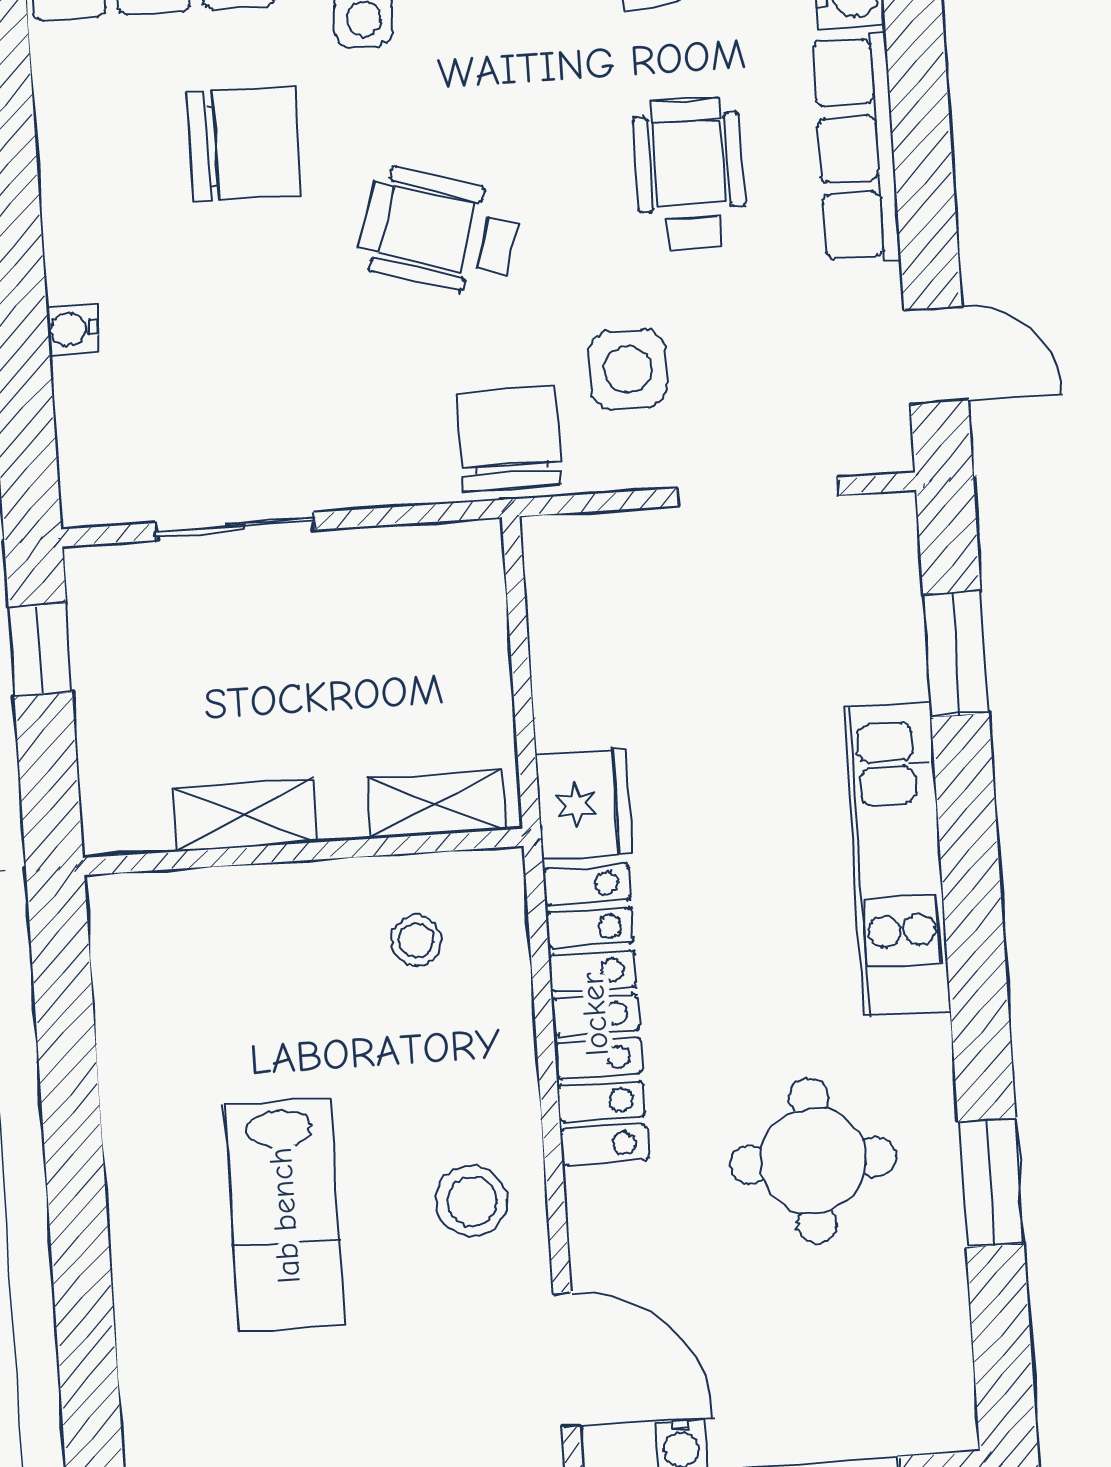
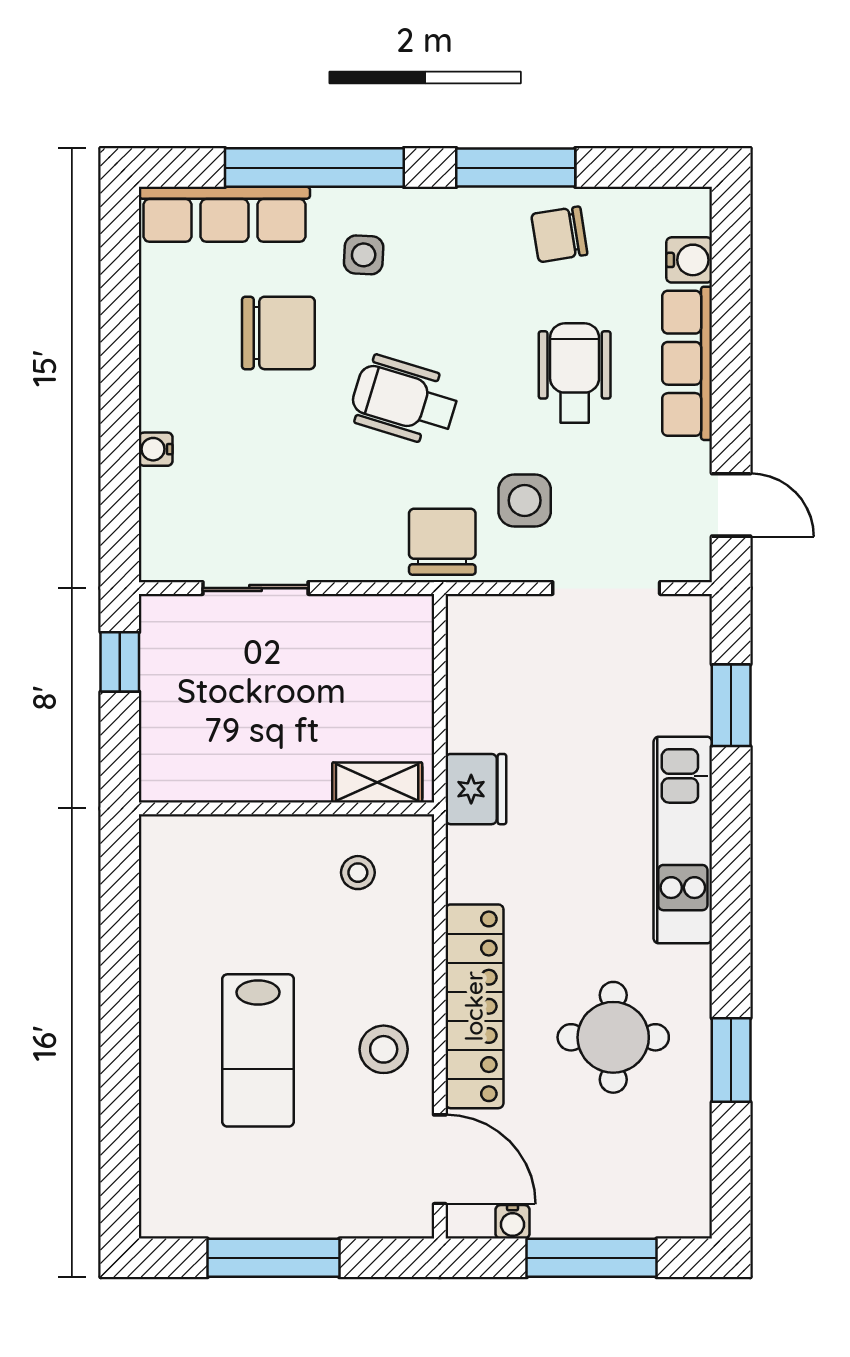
shelving: (245, 815) -> (249, 781), removed
locker: (595, 1014) -> (474, 1006), moved

